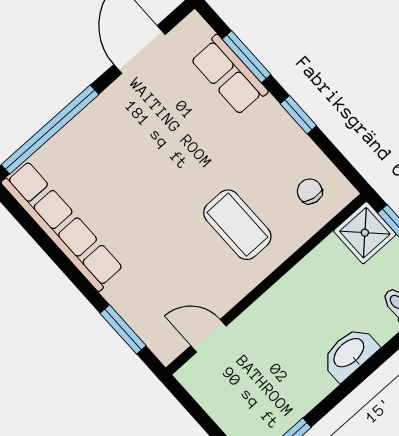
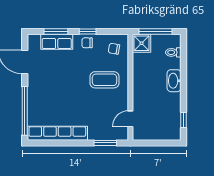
chair: (277, 132) -> (87, 43), added

